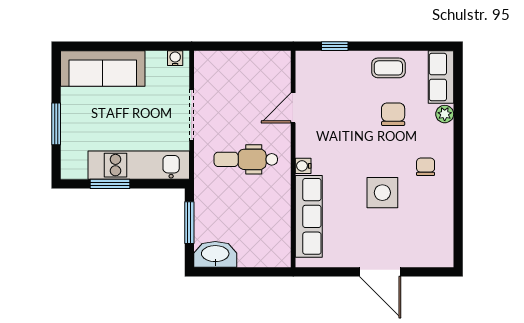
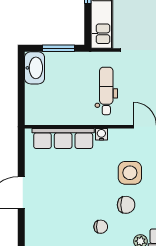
chair: (393, 114) -> (126, 205), moved
side table: (382, 193) -> (130, 173), moved

